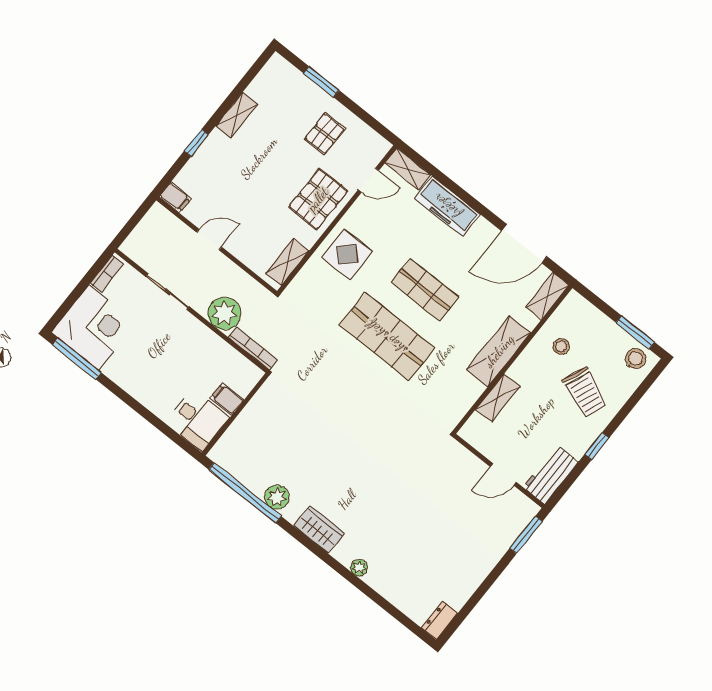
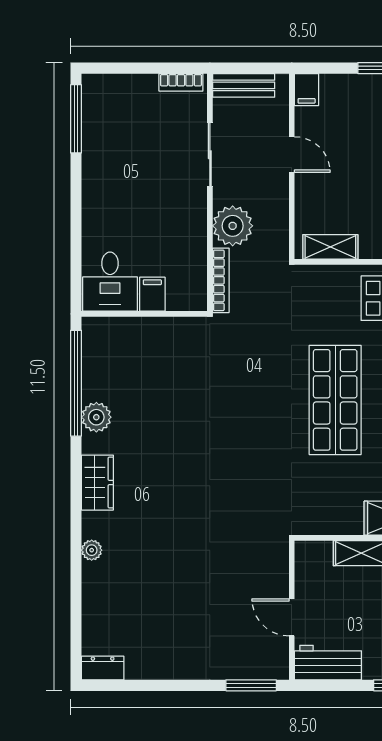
bench: (141, 235) -> (244, 85), added
corner desk: (94, 327) -> (119, 111), removed

